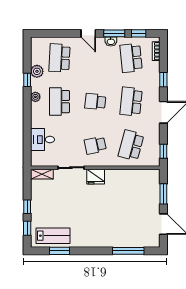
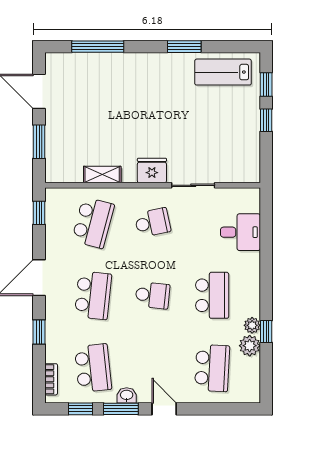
plant: (35, 97) -> (252, 325), moved
shelving: (42, 174) -> (102, 175), moved
window: (60, 251) -> (184, 47), moved

